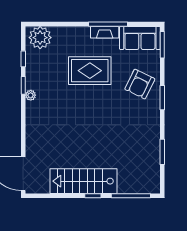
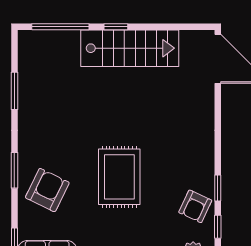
rug: (90, 71) -> (119, 177), moved, turned 90
armchair: (39, 73) -> (195, 206), added
plant: (31, 95) -> (207, 174), removed

